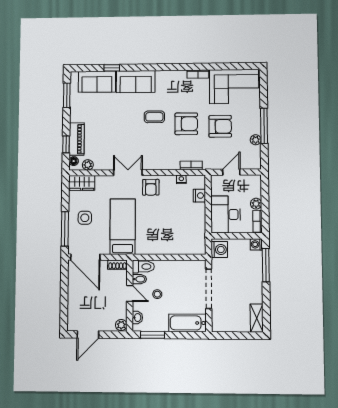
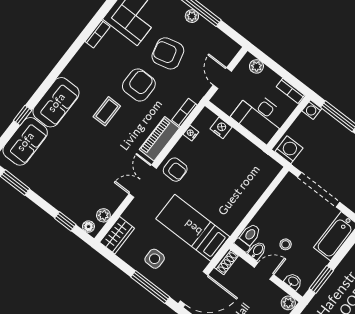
armchair: (220, 126) -> (168, 53), turned -104
piano: (77, 139) -> (159, 139), moved, turned -90
plant: (256, 140) -> (192, 16), moved
plant: (256, 204) -> (256, 66), moved

